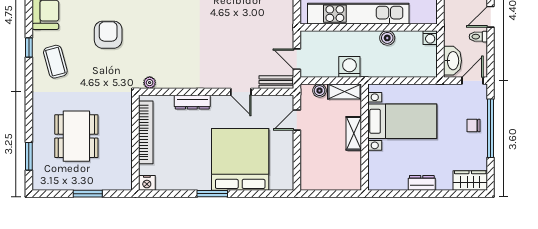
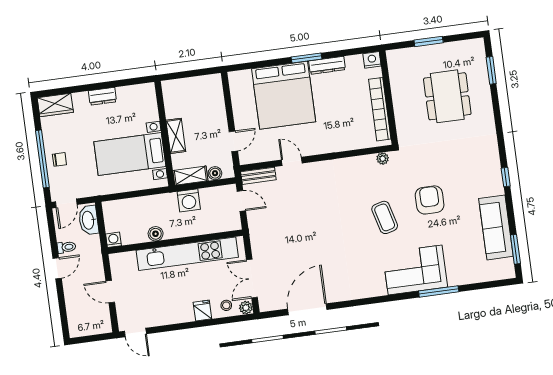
armchair: (108, 35) -> (430, 200), turned 180
coffee table: (55, 62) -> (385, 217), moved
dresser: (192, 102) -> (327, 65), moved, turned 180

